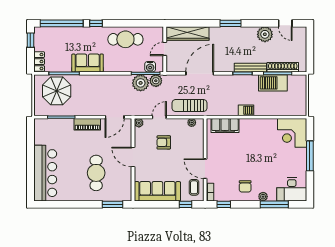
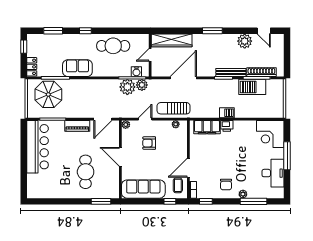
window: (62, 23) -> (53, 31), width x0.47
printer: (246, 124) -> (227, 126), added
door: (205, 169) -> (188, 168), hinge flipped
bar counter: (45, 173) -> (37, 147), moved
desk: (292, 189) -> (273, 173), moved, turned -90

